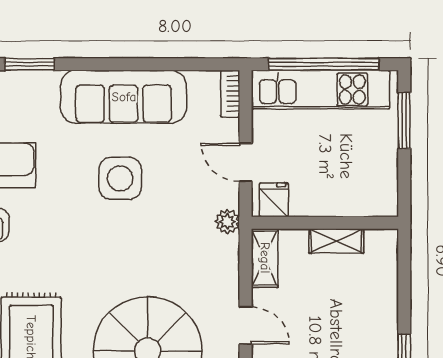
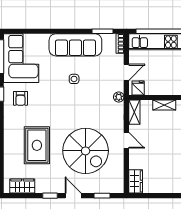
window: (30, 64) -> (103, 31), moved
door: (246, 162) -> (126, 72), swing flipped
side table: (120, 178) -> (74, 79), width x0.54, depth x0.54

